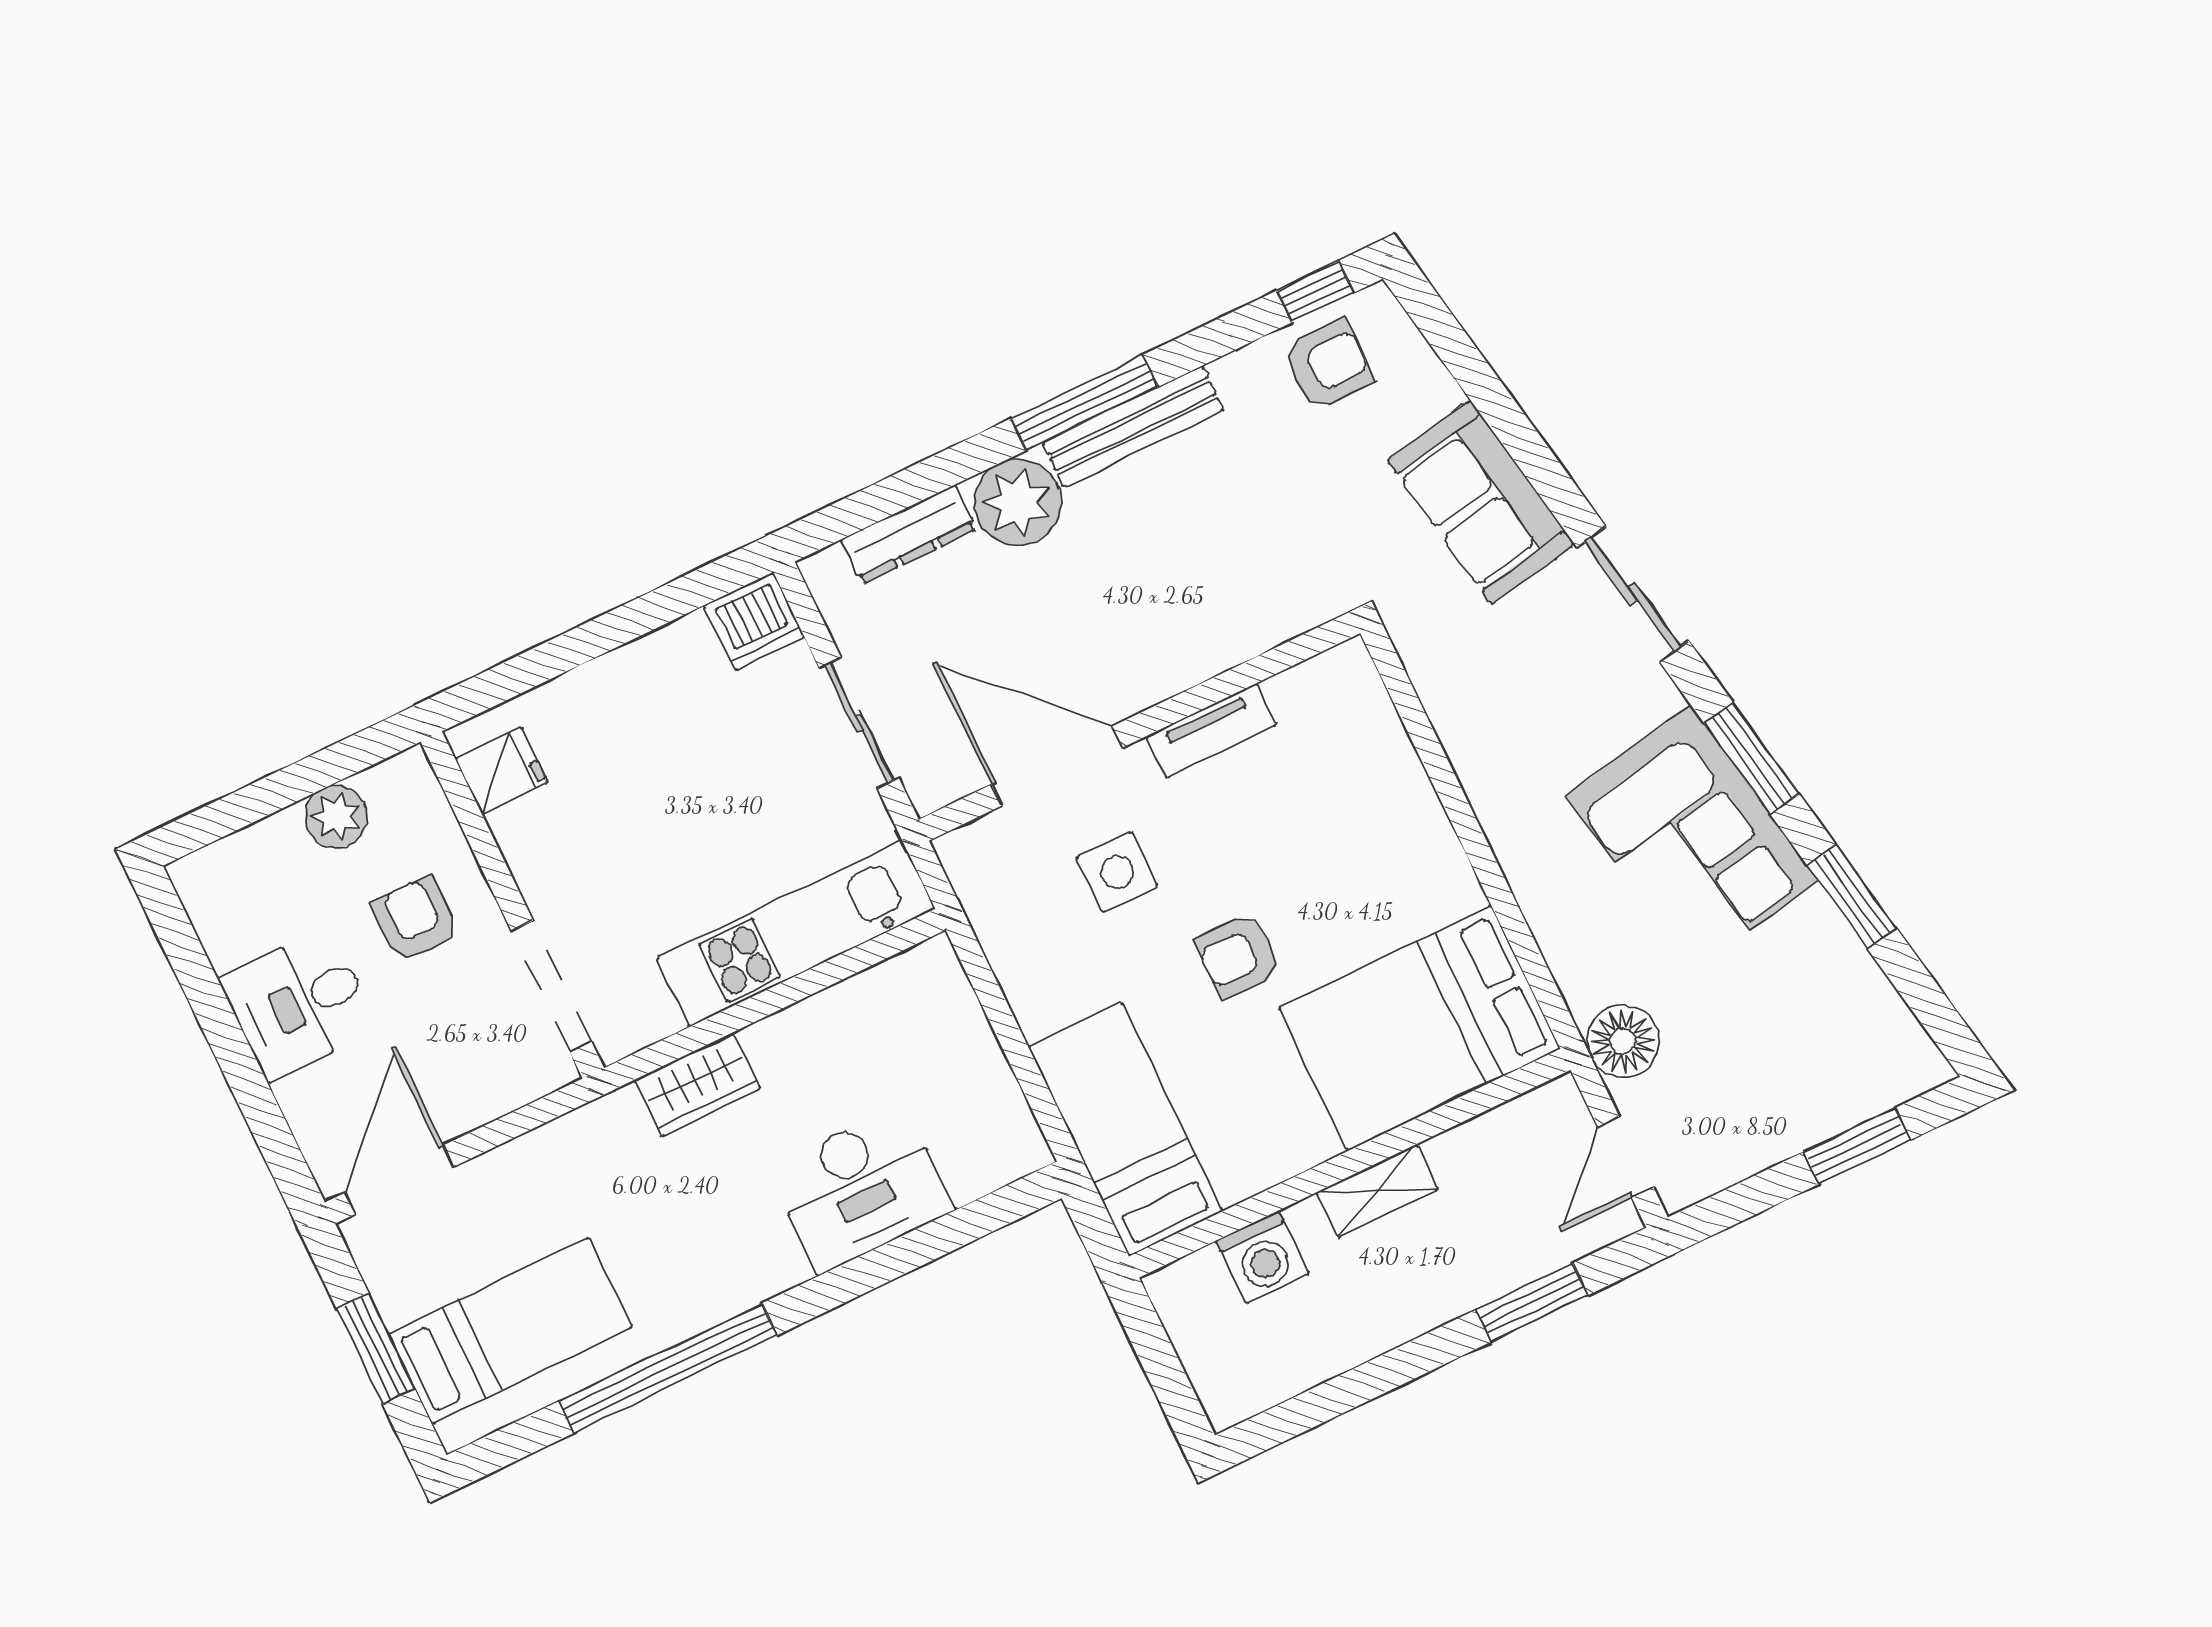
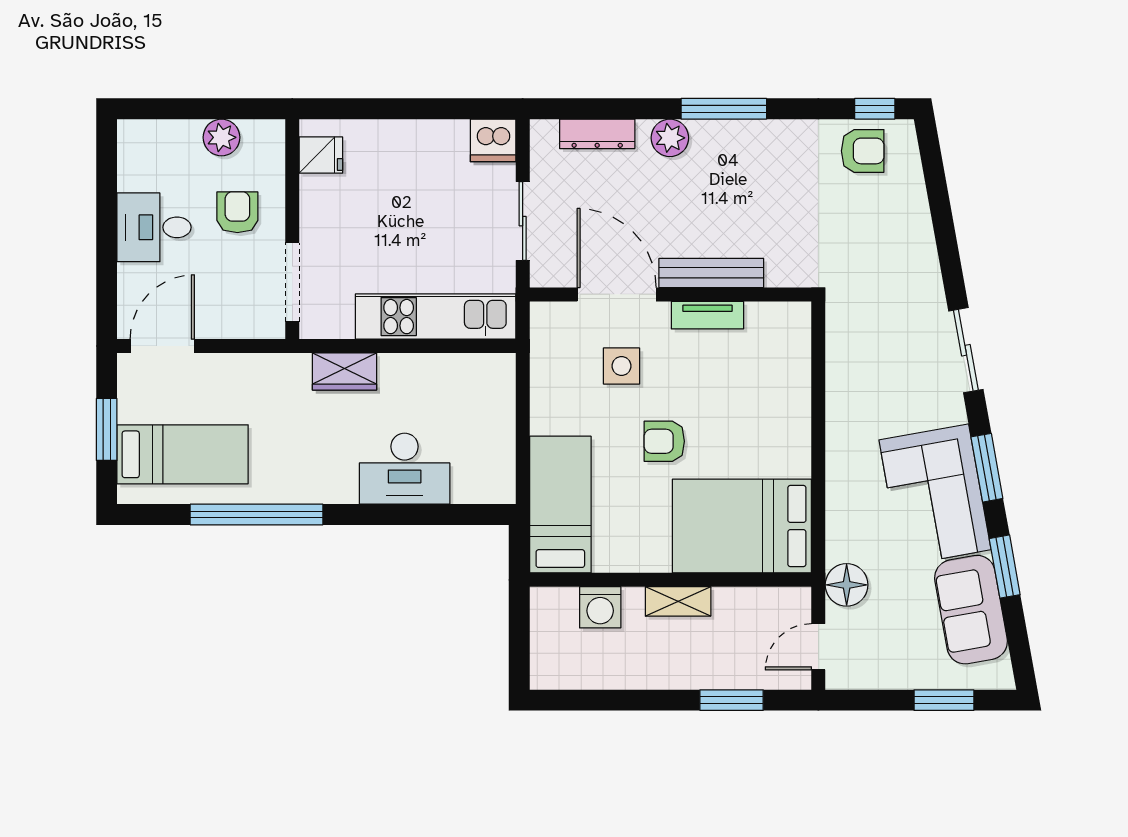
bench: (1133, 426) -> (711, 273), moved
plant: (1018, 502) -> (670, 138), width x0.73, depth x0.73
sofa: (1481, 502) -> (971, 610), moved

